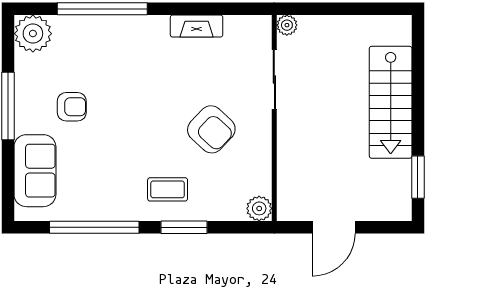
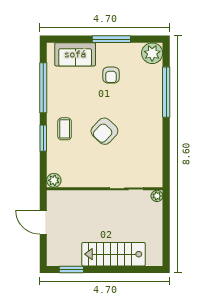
fireplace: (197, 26) -> (156, 145), removed
armchair: (211, 129) -> (104, 131), moved

